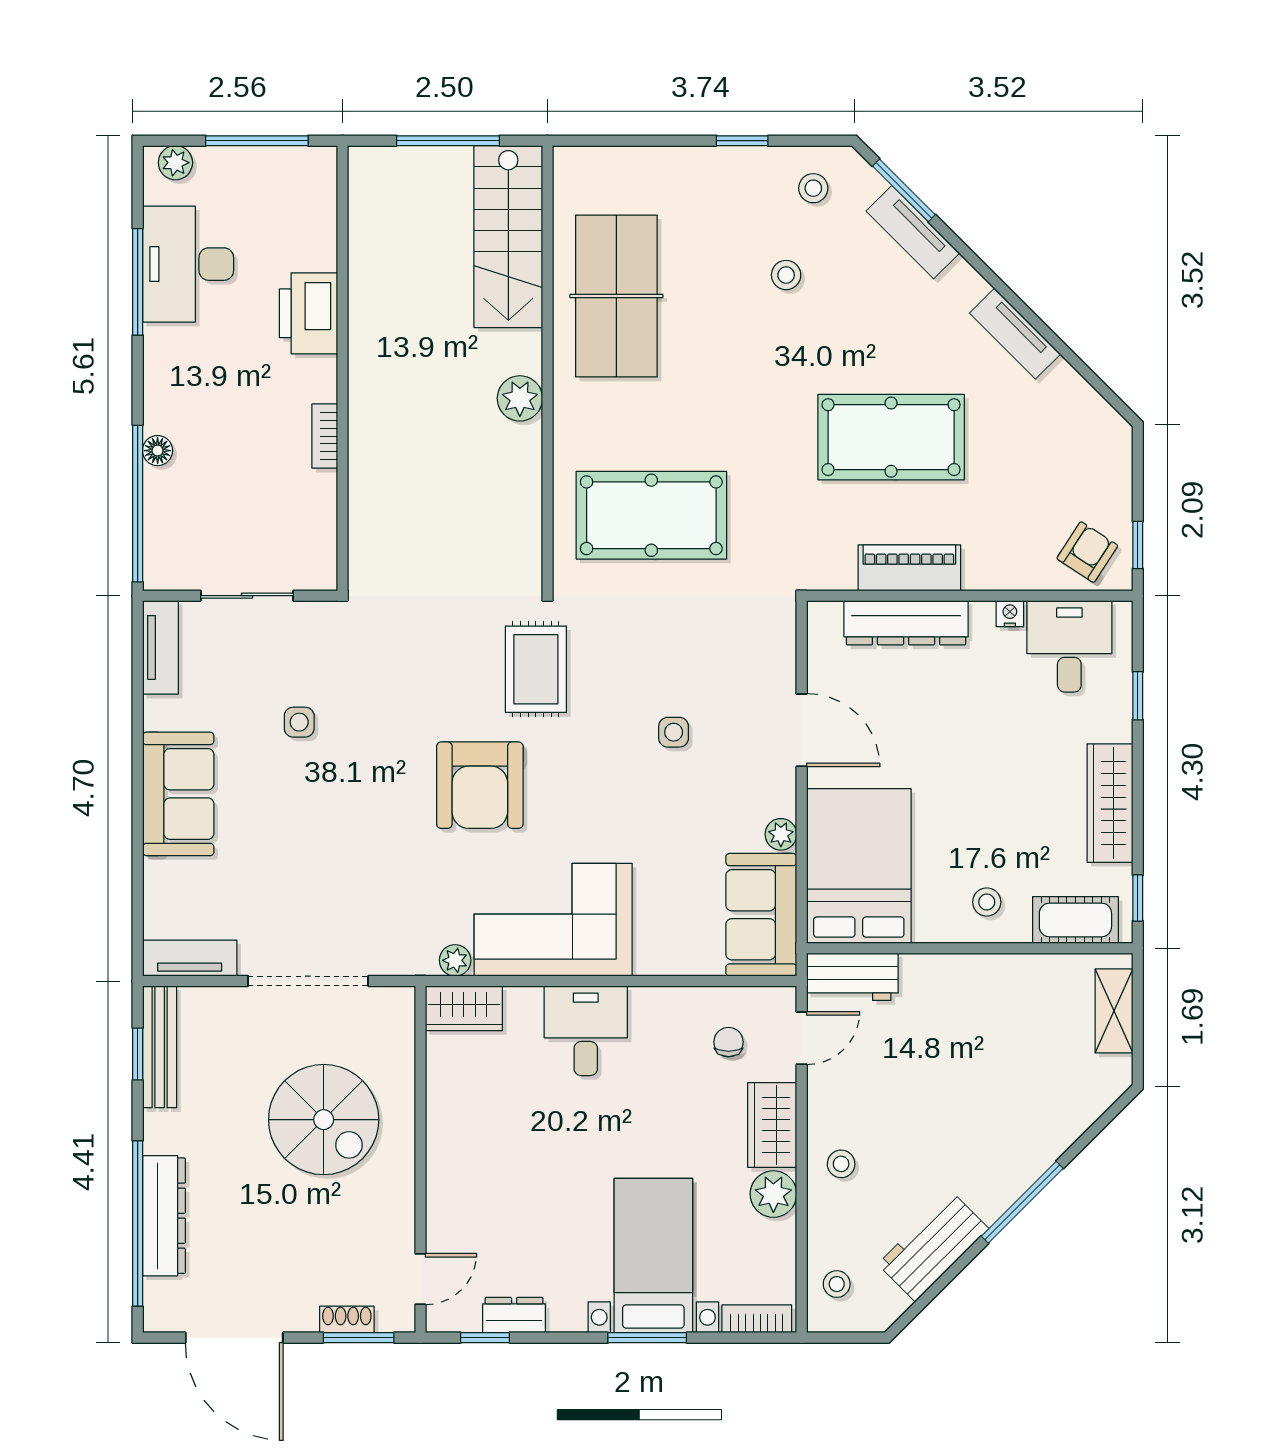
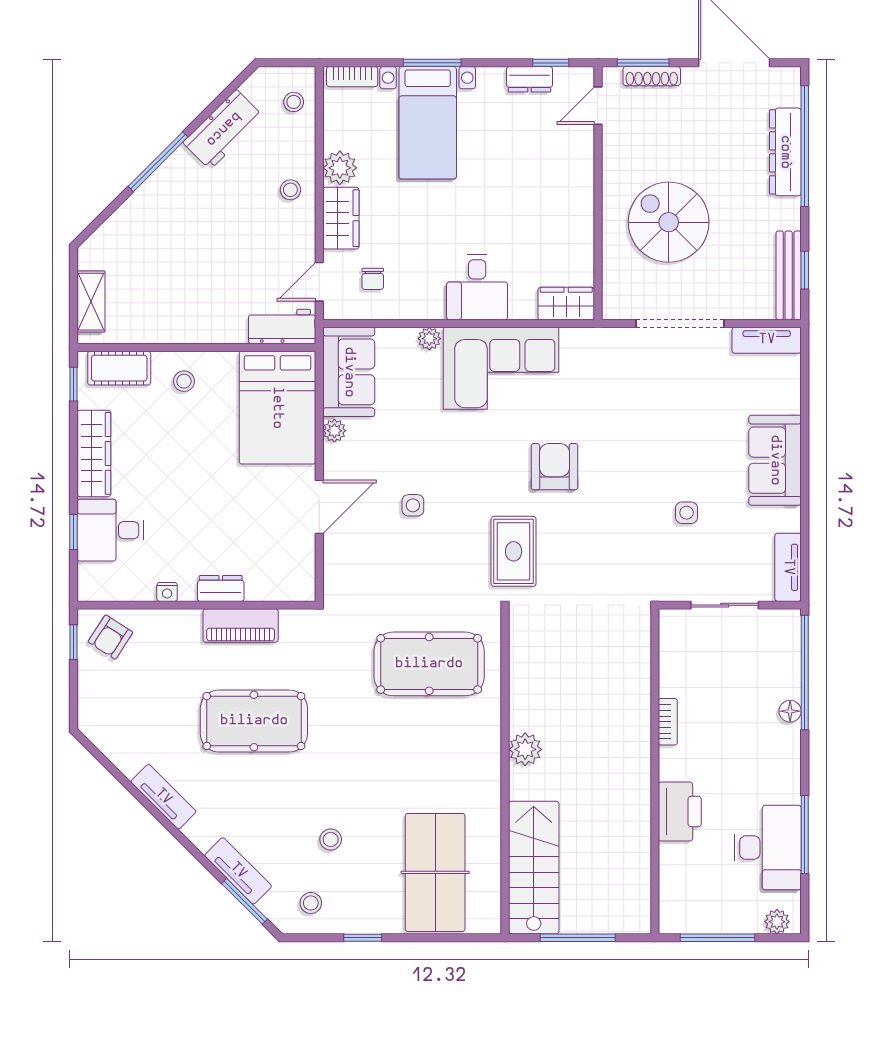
table tennis table: (616, 296) -> (435, 872), moved
dresser: (906, 623) -> (221, 588), width x0.51, depth x0.80
desk: (1069, 646) -> (111, 530), moved, turned 90
door: (802, 730) -> (319, 507), swing flipped
armchair: (480, 785) -> (555, 467), width x0.73, depth x0.73
plant: (455, 960) -> (429, 339), moved
shoe rack: (347, 1319) -> (652, 76), width x1.43

